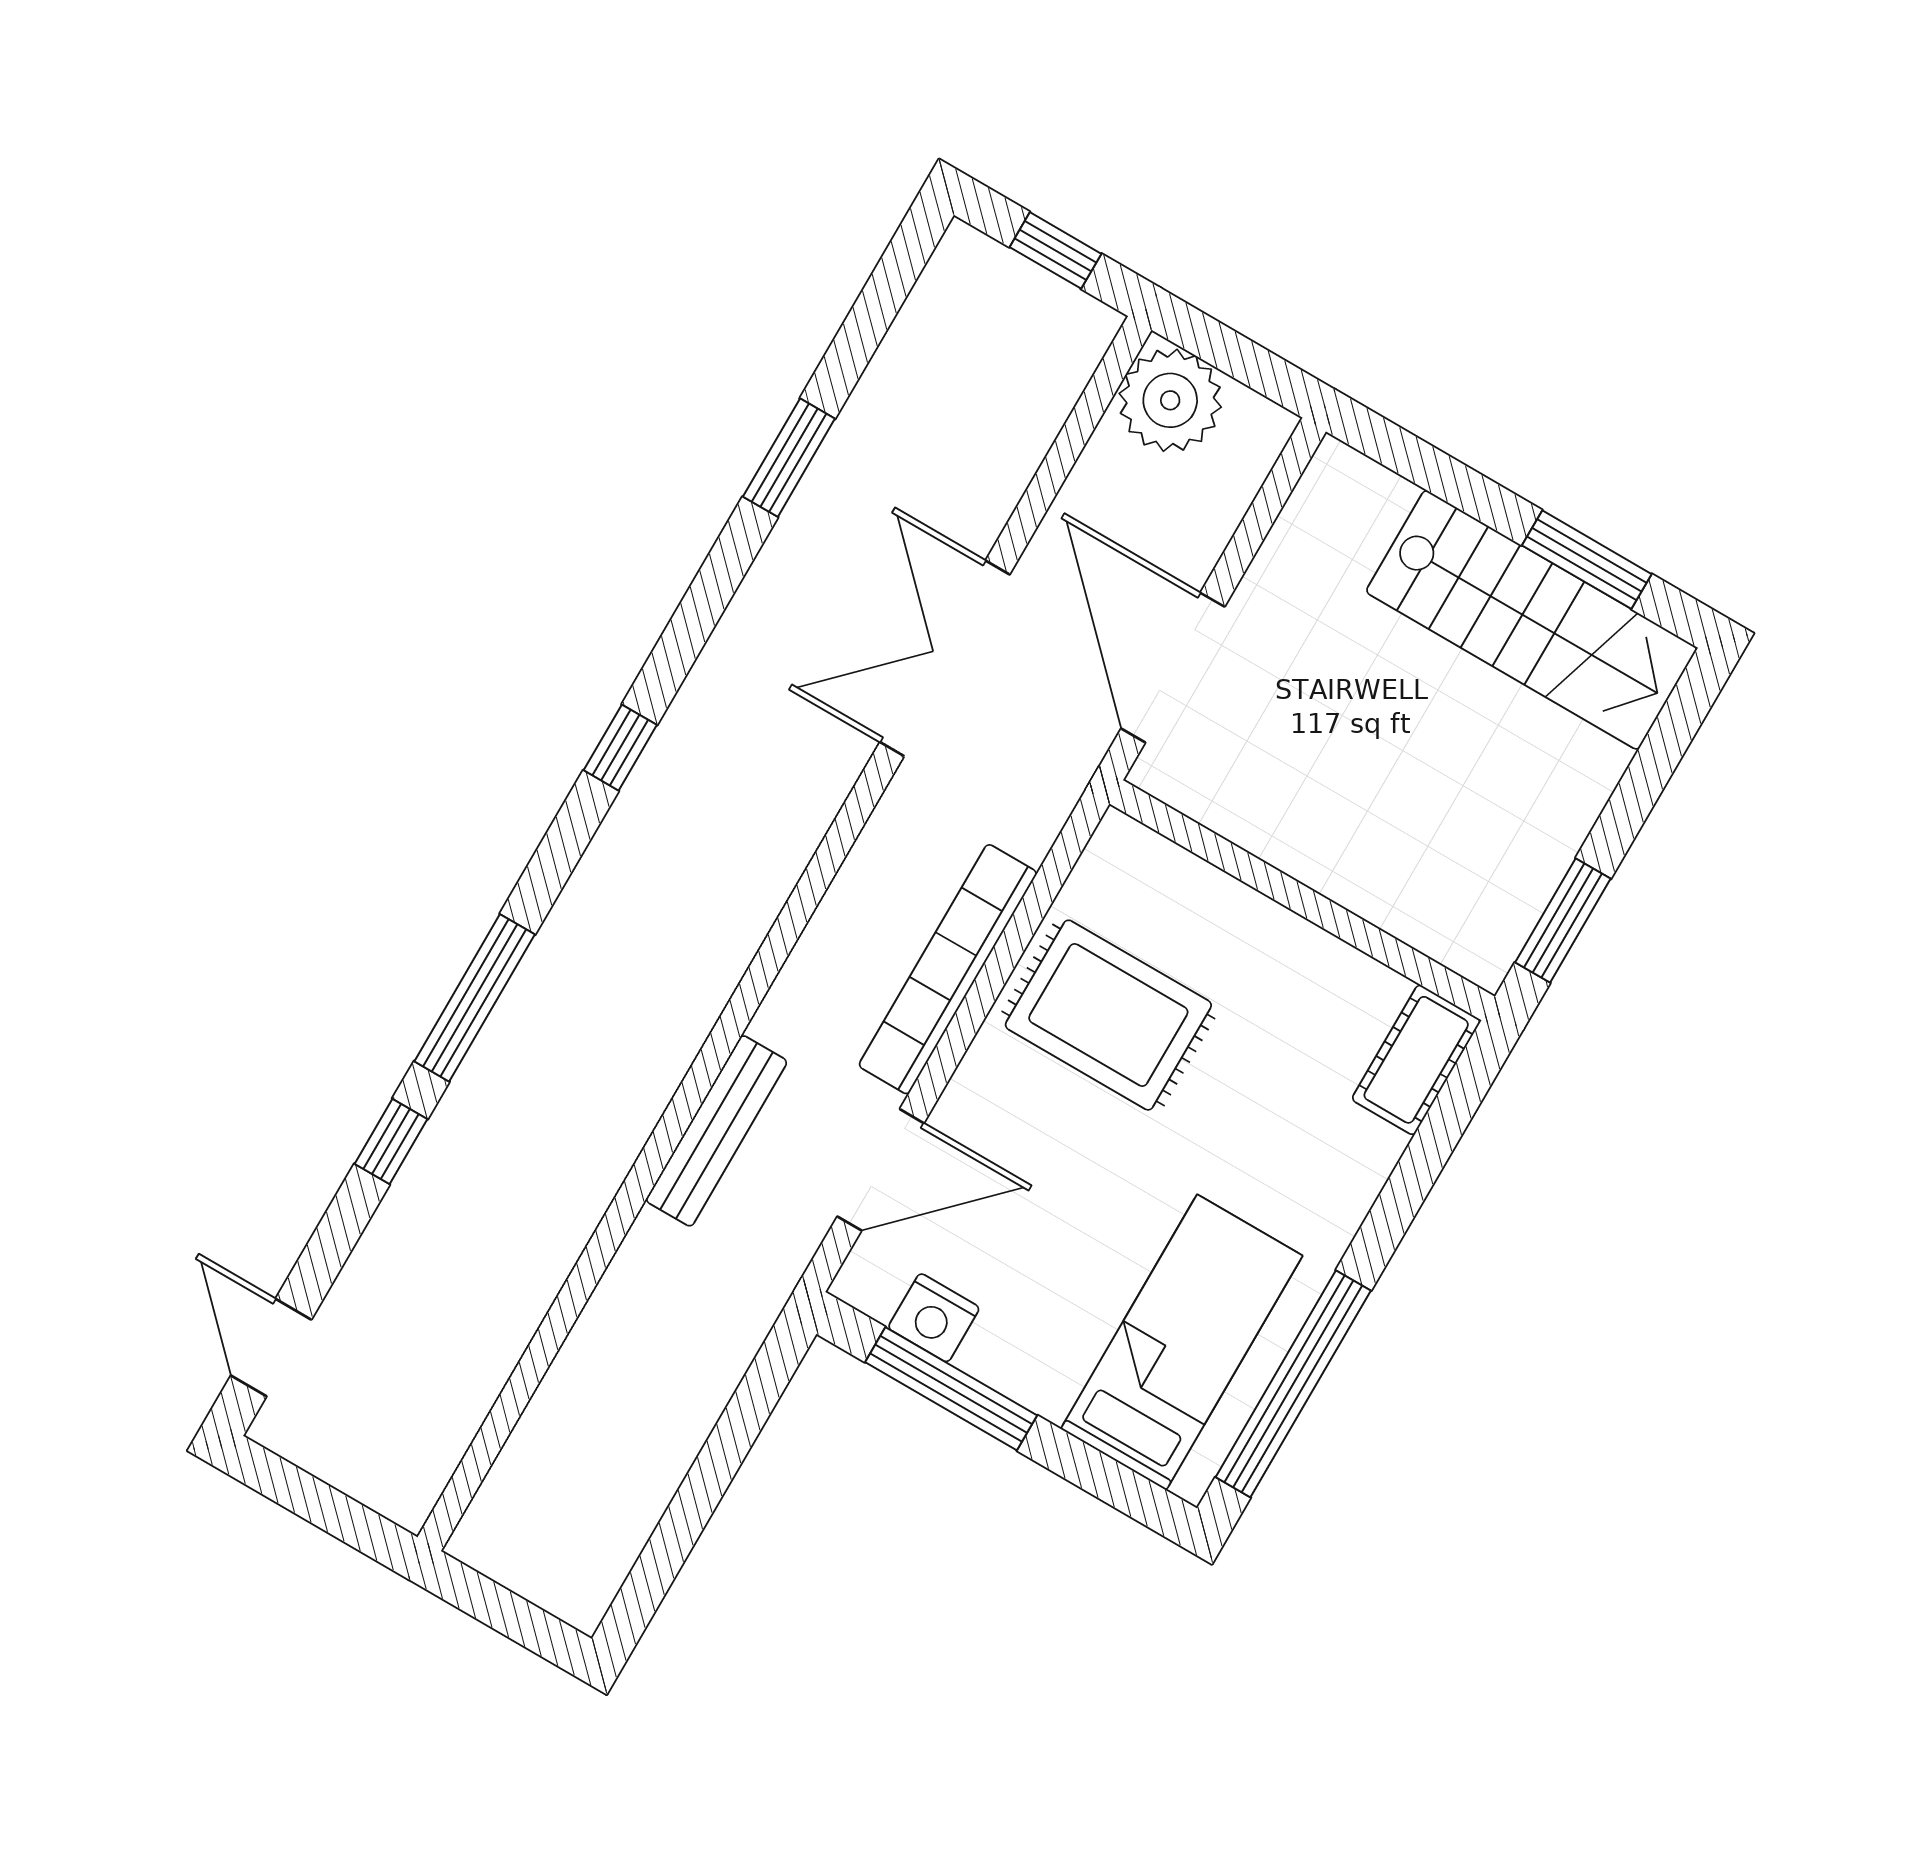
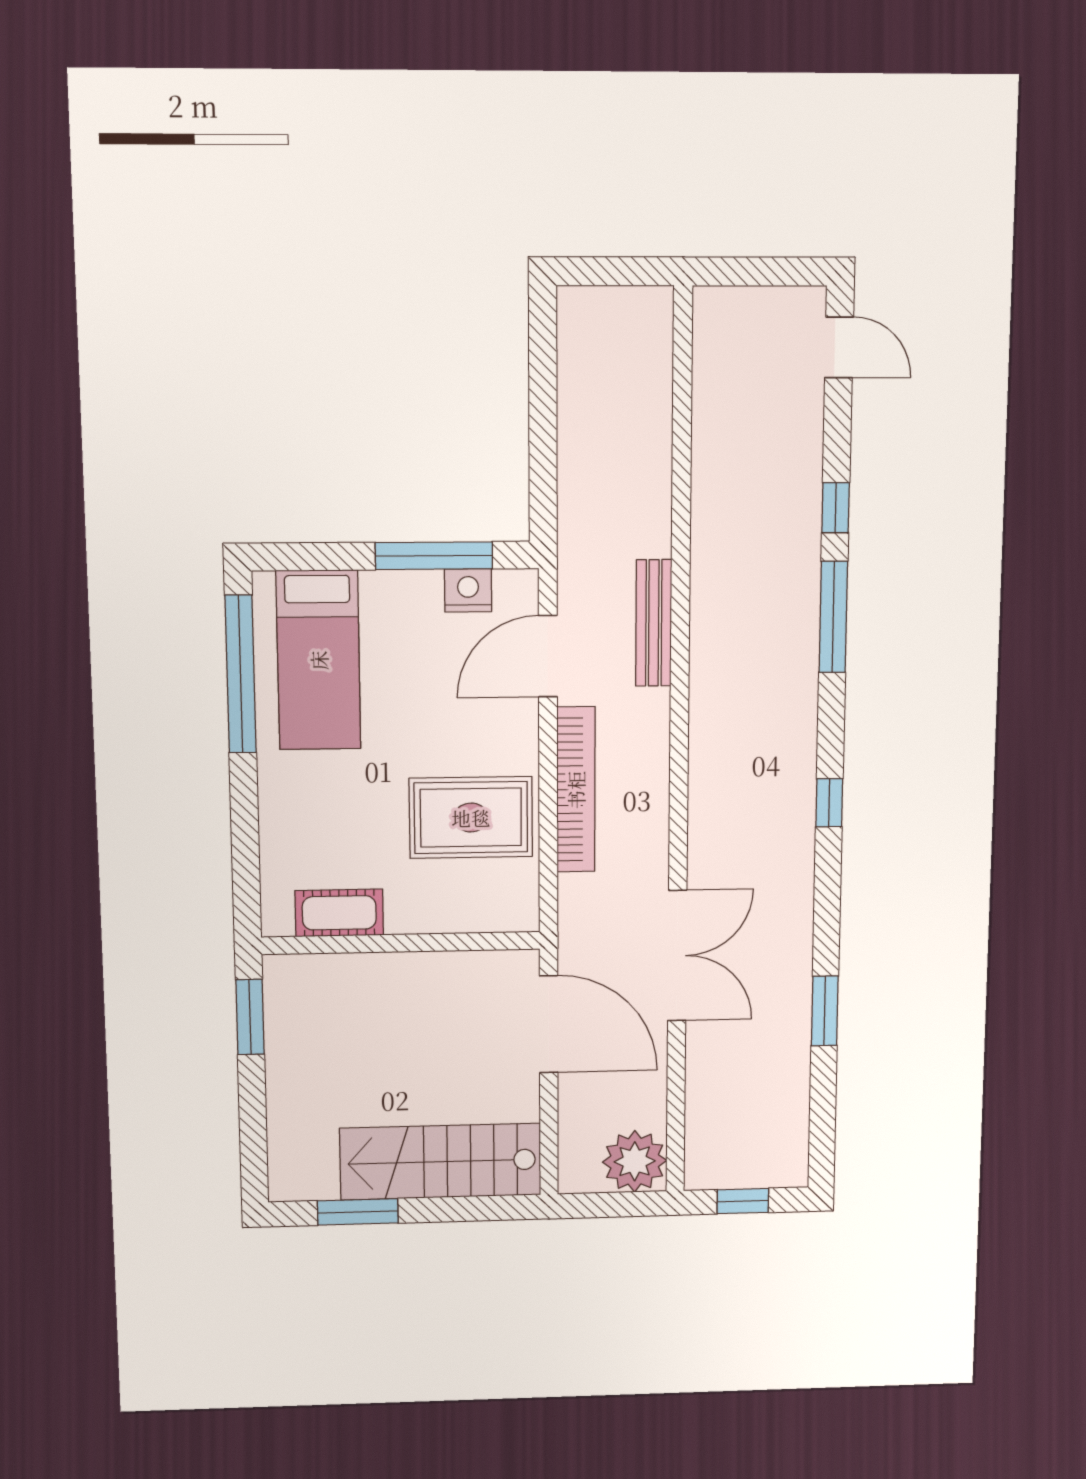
stairs: (1532, 620) -> (441, 1162), moved
cot: (1416, 1060) -> (339, 913), moved, turned 90

